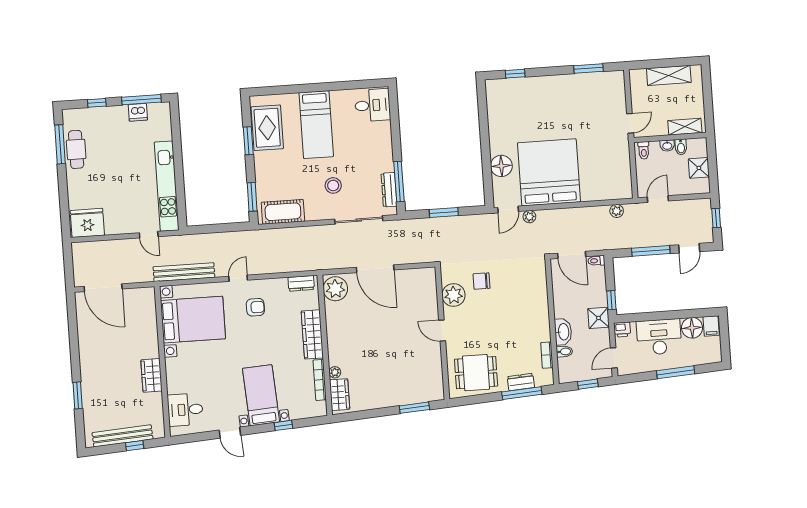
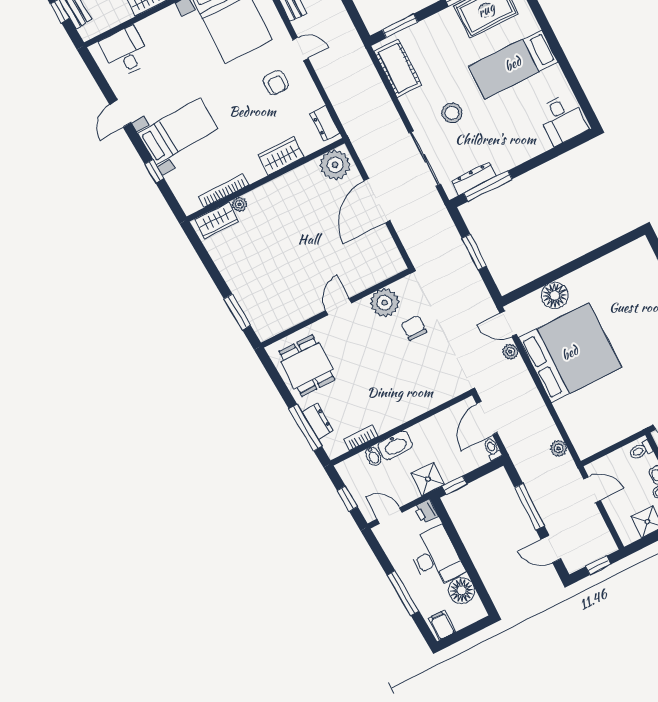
filing cabinet: (711, 326) -> (442, 625), moved, turned 90
wardrobe: (312, 334) -> (281, 156), width x0.67

